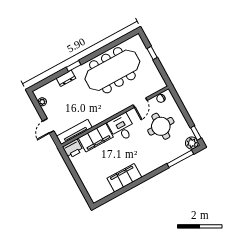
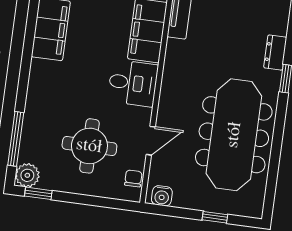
water cooler: (159, 81) -> (162, 196), added
door: (140, 103) -> (151, 141), swing flipped

